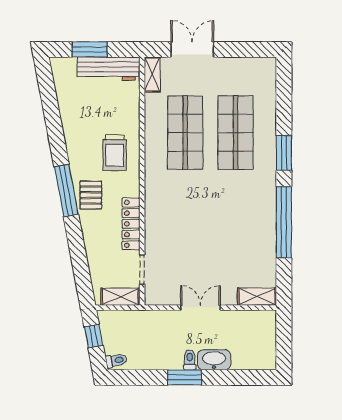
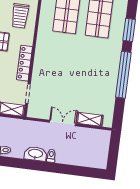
shelving: (257, 297) -> (90, 119), moved
washbasin: (214, 360) -> (36, 154), moved
window: (185, 377) -> (46, 167), removed

